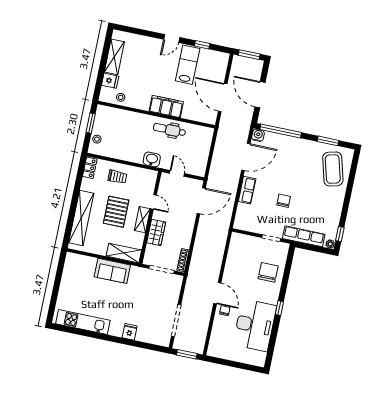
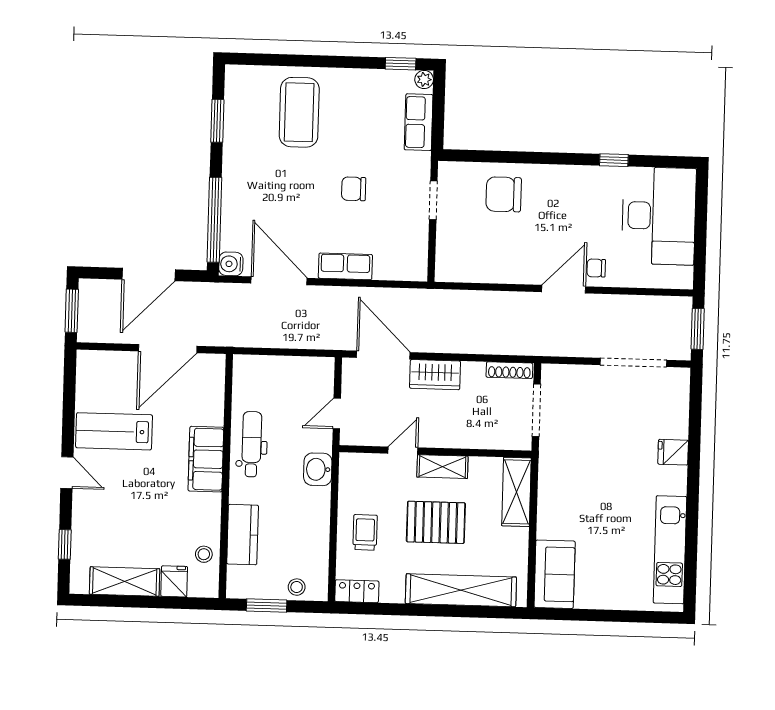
window: (202, 45) -> (65, 544), moved
kitchen counter: (127, 118) -> (243, 535), added
dental chair: (169, 130) -> (252, 444), turned 180
coffee table: (333, 169) -> (299, 112), moved, turned -75
wardrobe: (156, 232) -> (435, 375), moved, turned 180
row of seats: (304, 236) -> (419, 122), width x0.68
sofa: (112, 271) -> (555, 574), moved
window: (279, 308) -> (614, 160), moved
desk: (255, 325) -> (659, 216), moved, turned 90

